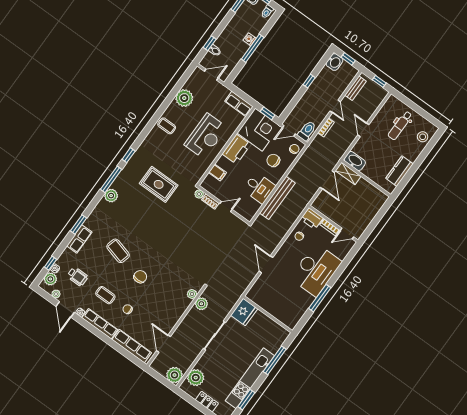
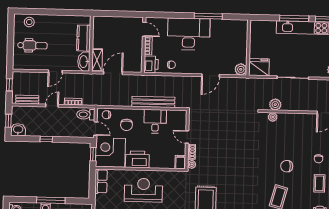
kitchen counter: (400, 171) -> (84, 38), moved, turned 90
filing cabinet: (217, 173) -> (180, 162), moved
plant: (253, 295) -> (241, 69), added
window: (275, 360) -> (294, 18), moved

